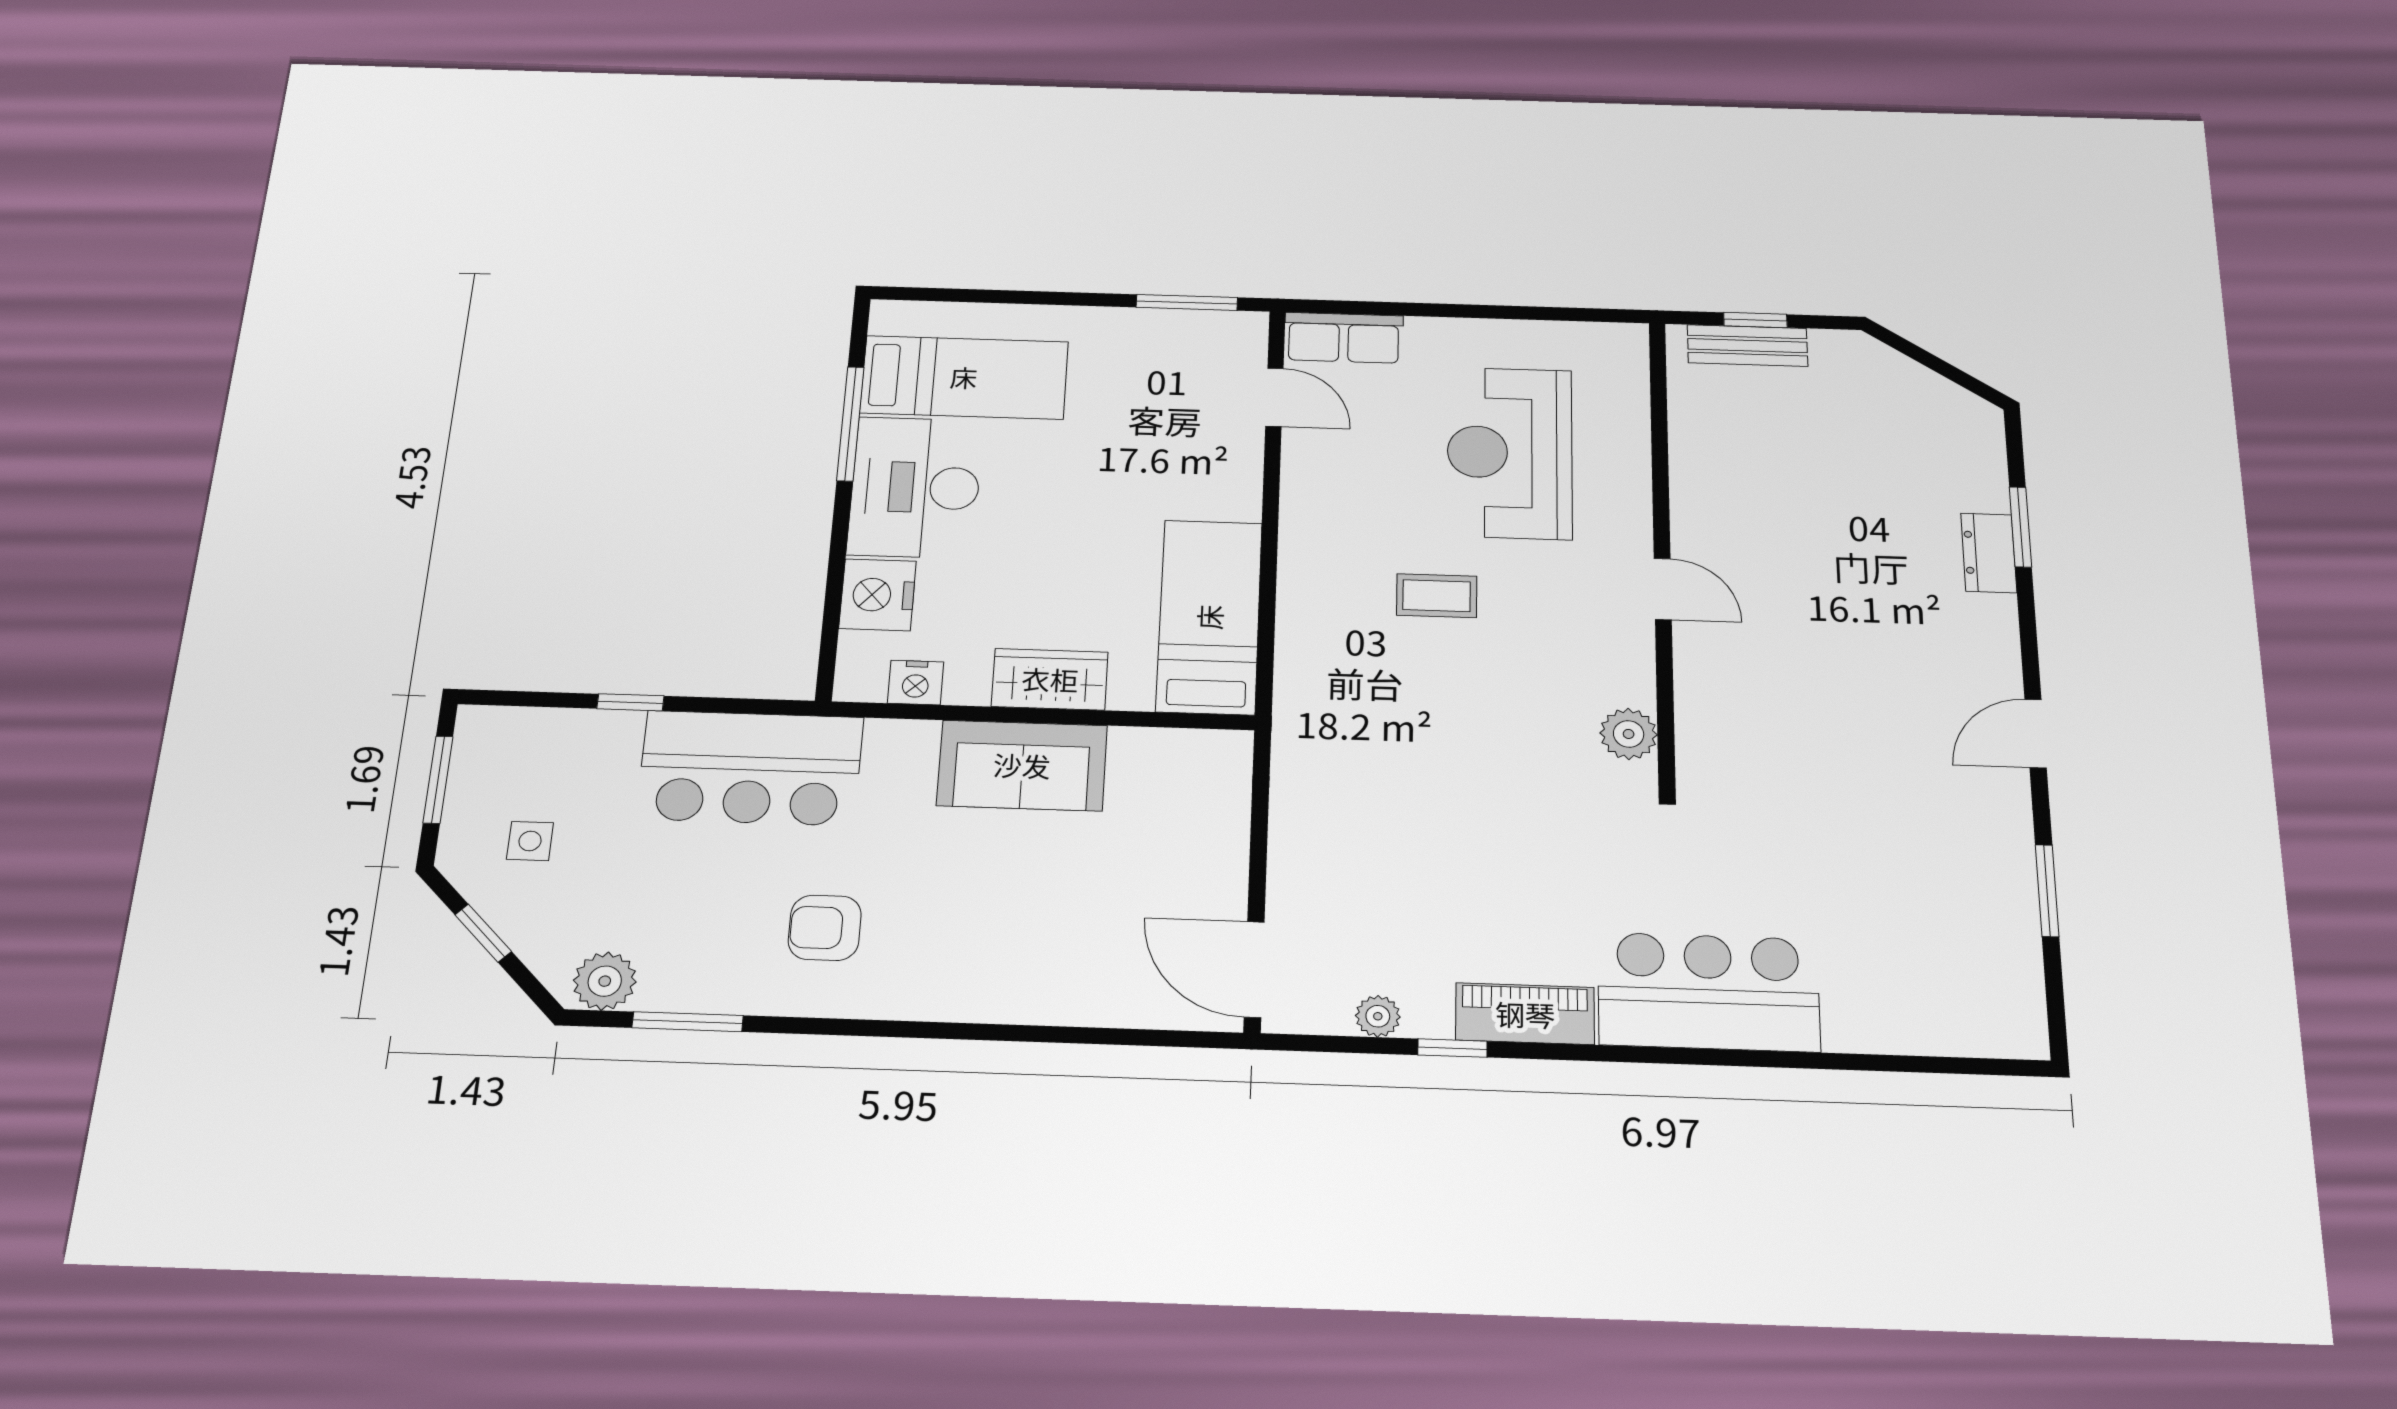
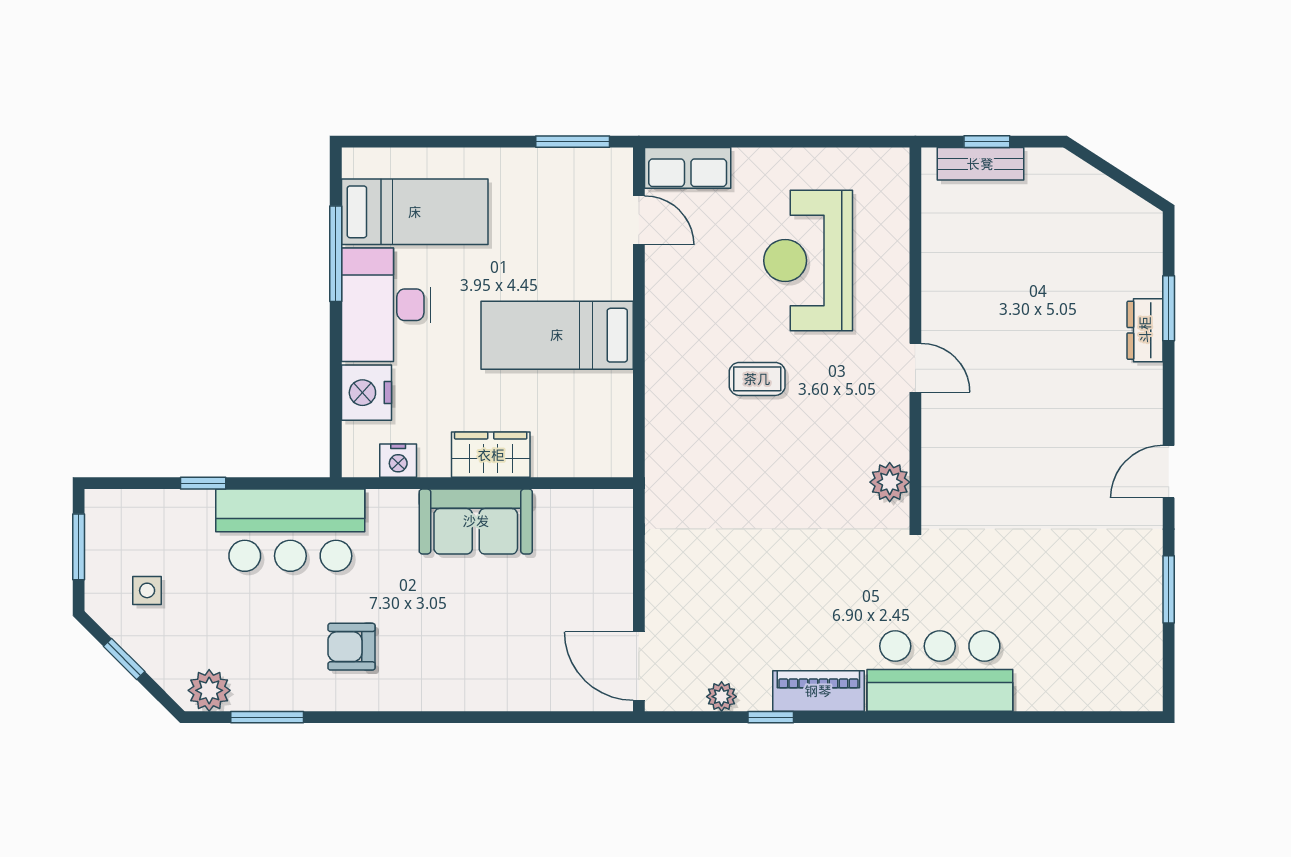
bed: (1209, 617) -> (557, 335), moved, turned -90

